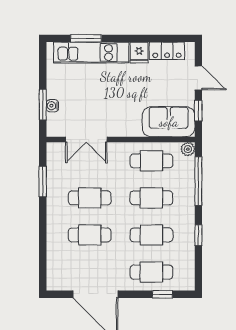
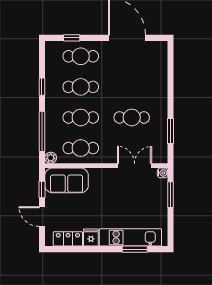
water cooler: (52, 106) -> (163, 173), moved
cafe table: (90, 235) -> (132, 87), removed

